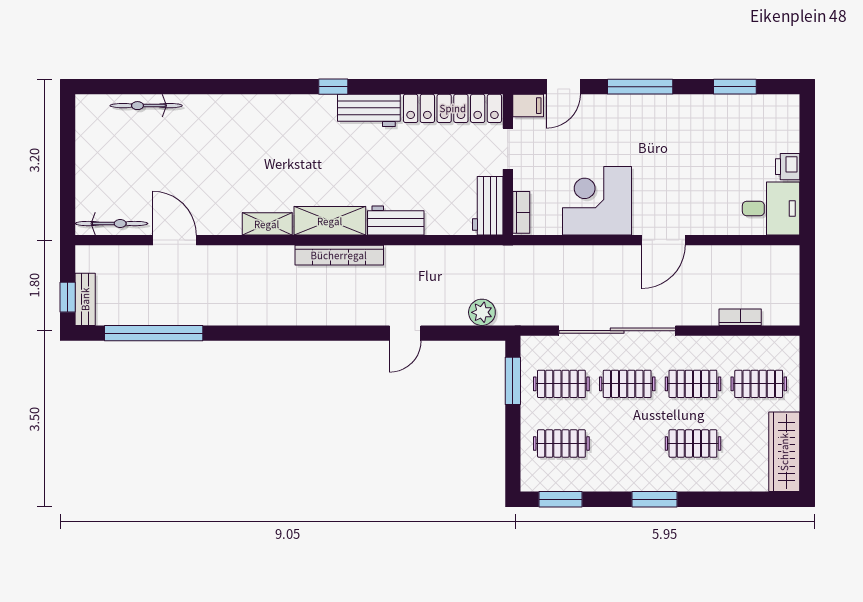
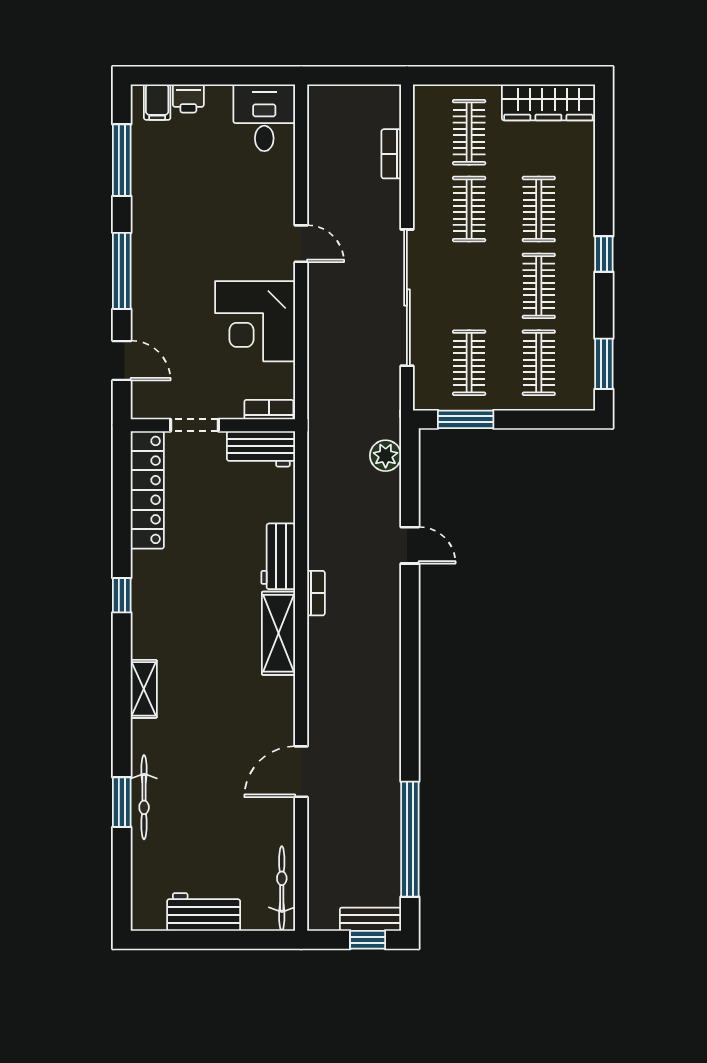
window: (185, 87) -> (122, 802), added
window: (333, 87) -> (122, 595), moved
window: (735, 87) -> (122, 160), width x1.44
bicycle: (146, 106) -> (144, 797), moved
filing cabinet: (528, 106) -> (157, 102), moved, turned 180
workbench: (369, 110) -> (204, 912), moved, turned -90
printer: (788, 167) -> (188, 98), moved
shelving: (267, 224) -> (144, 689), moved
door: (175, 240) -> (301, 772), moved
door: (663, 240) -> (301, 244), width x0.73
bookcase: (339, 255) -> (316, 593), width x0.43, depth x0.76
clothes rail: (627, 384) -> (539, 286), moved
window: (655, 499) -> (604, 254), width x0.67

